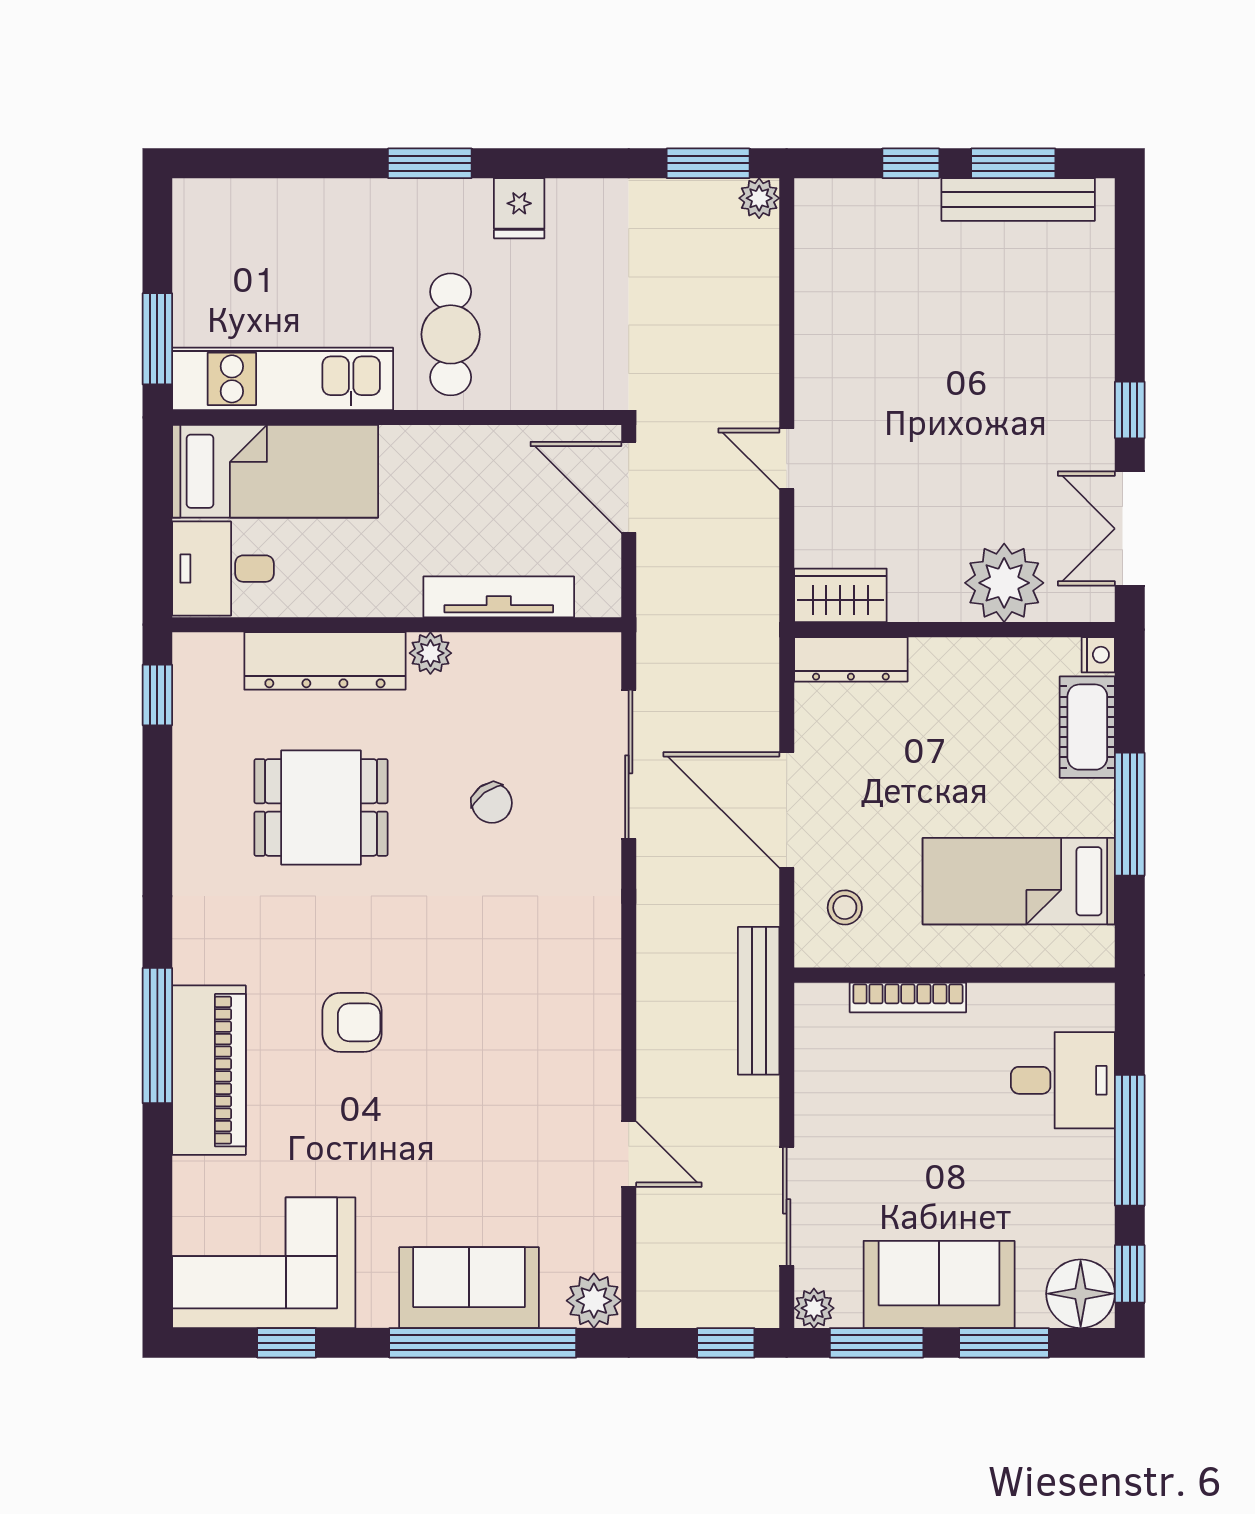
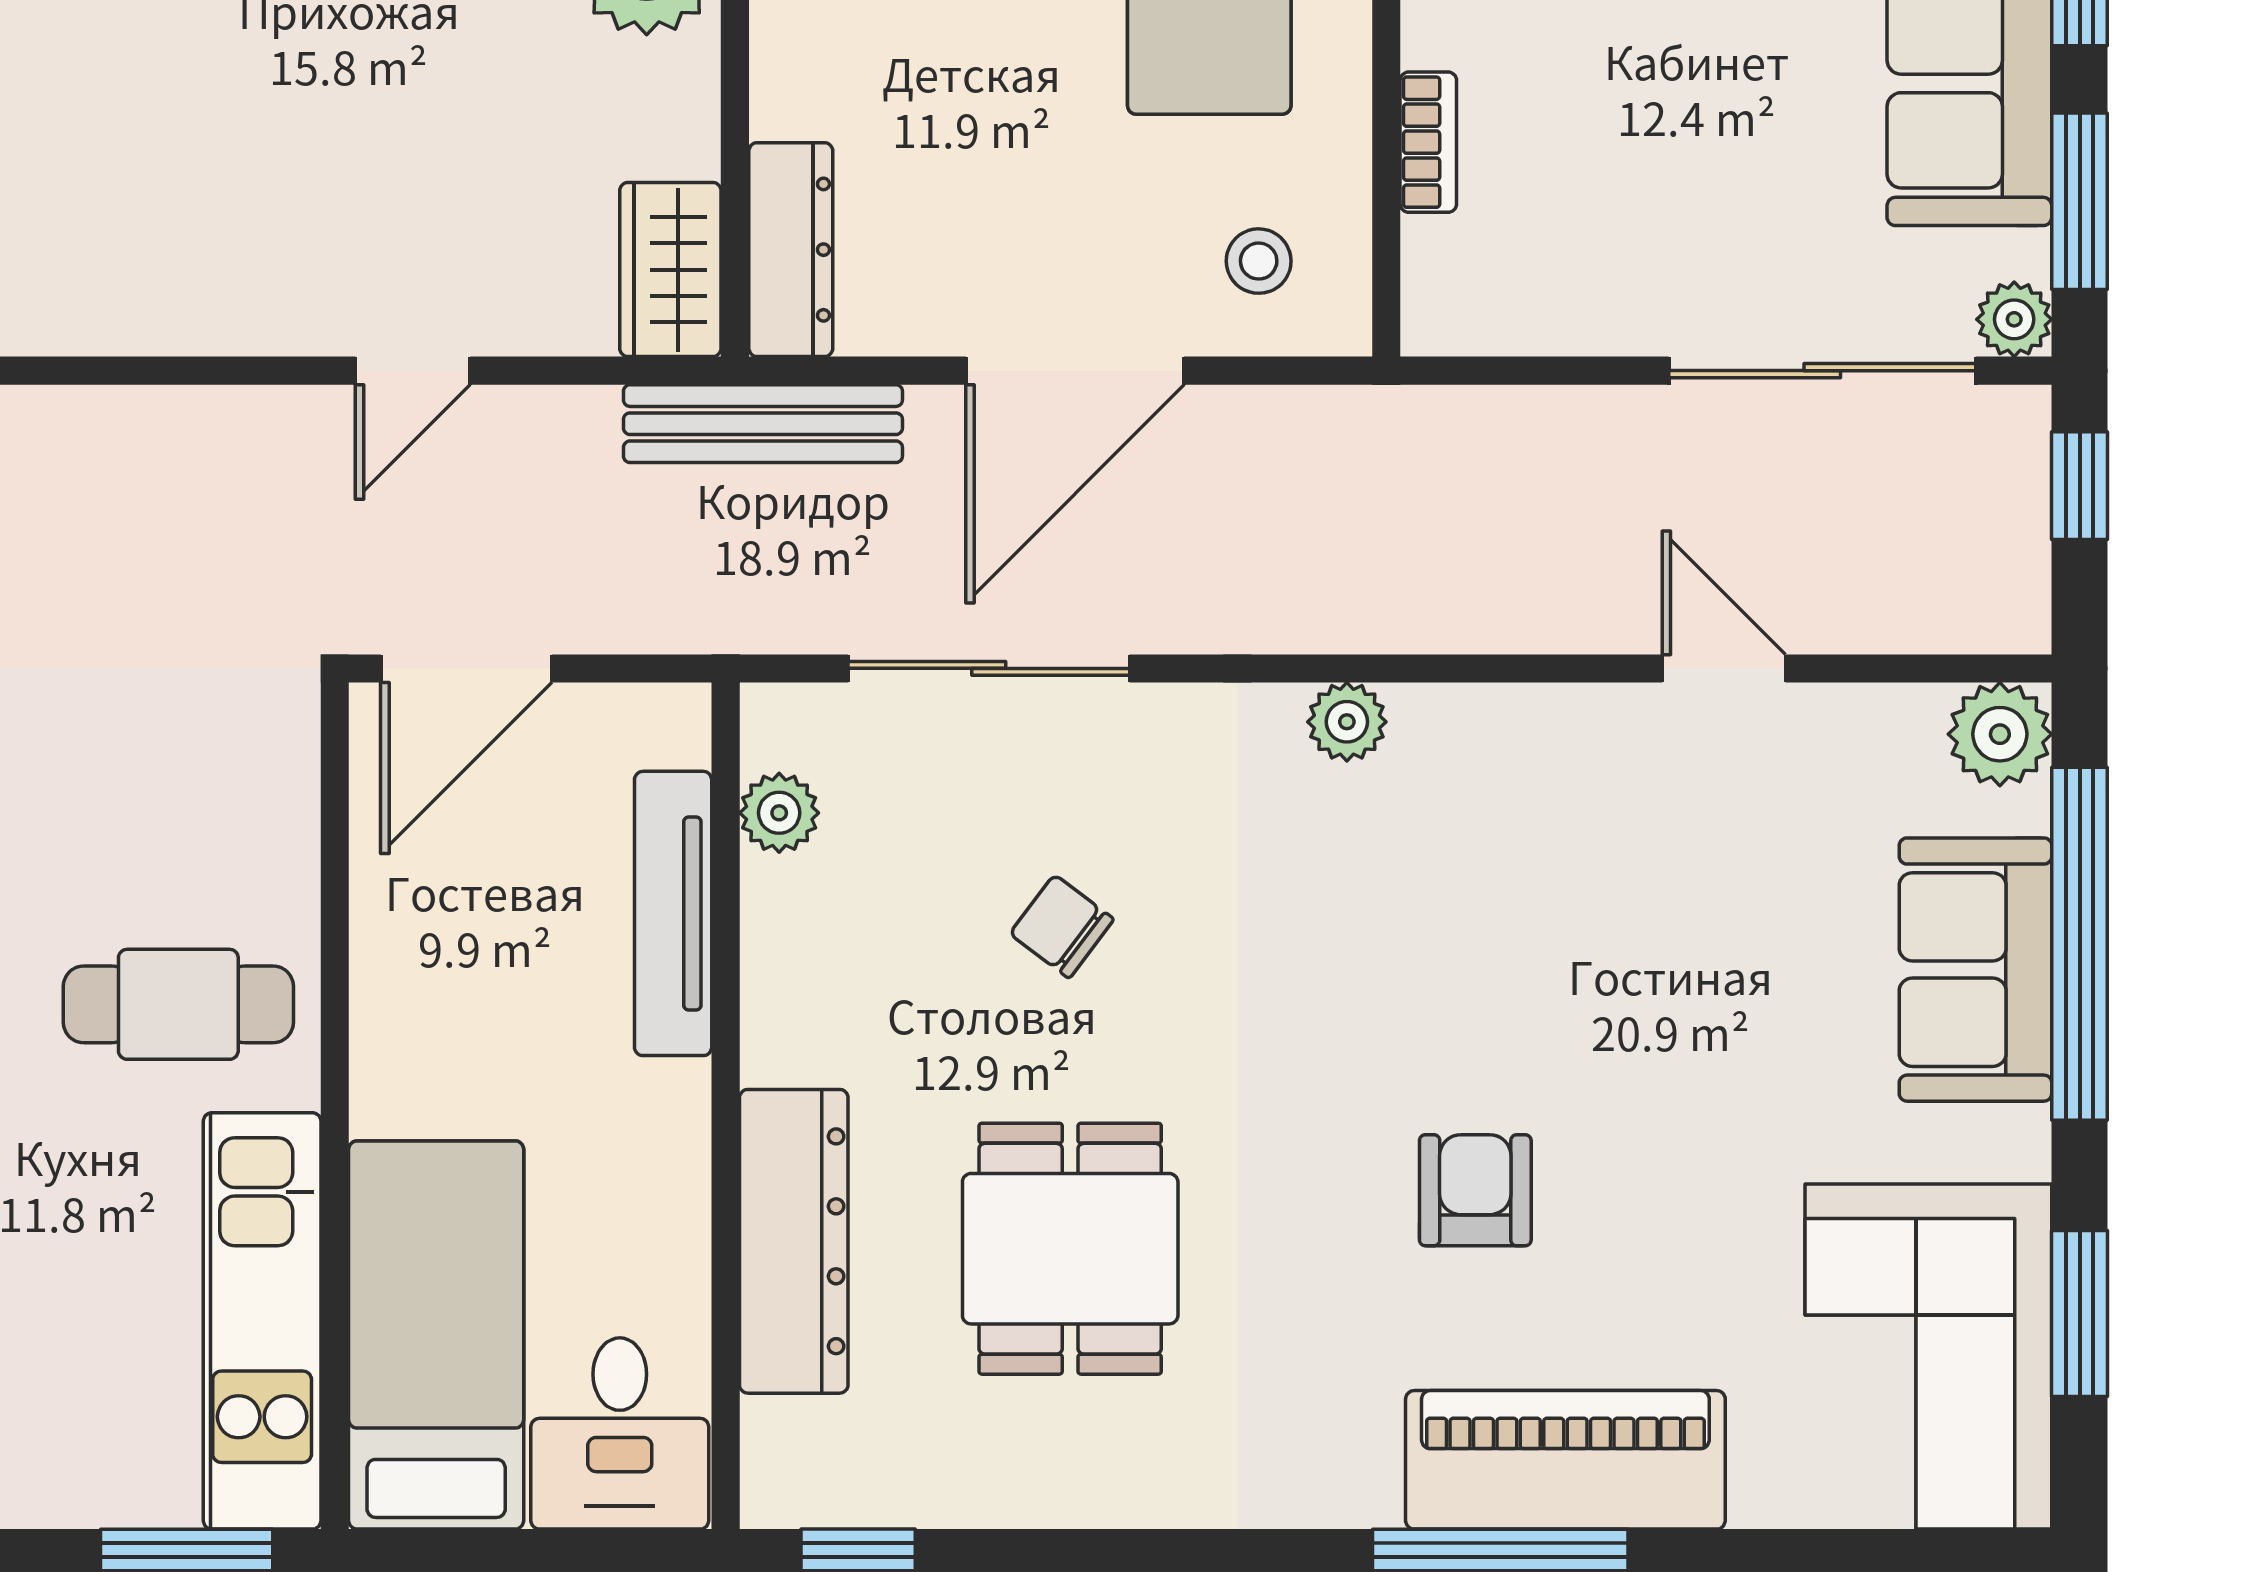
plant: (430, 653) -> (779, 813), moved
chair: (492, 803) -> (1062, 926), turned -107
plant: (600, 954) -> (1347, 722), added
bookcase: (908, 997) -> (1428, 142), width x0.64
bench: (759, 1001) -> (763, 424), moved
door: (629, 1154) -> (1724, 668), hinge flipped
sliding door: (787, 1206) -> (1822, 371), width x1.37
window: (287, 1343) -> (2080, 1314), width x1.50

